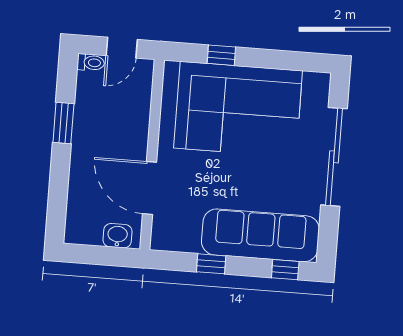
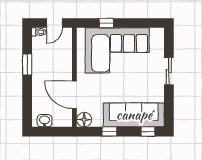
sliding door: (334, 157) -> (169, 71), width x0.54
washbasin: (117, 236) -> (45, 121), moved
floor lamp: (164, 237) -> (84, 120), added

